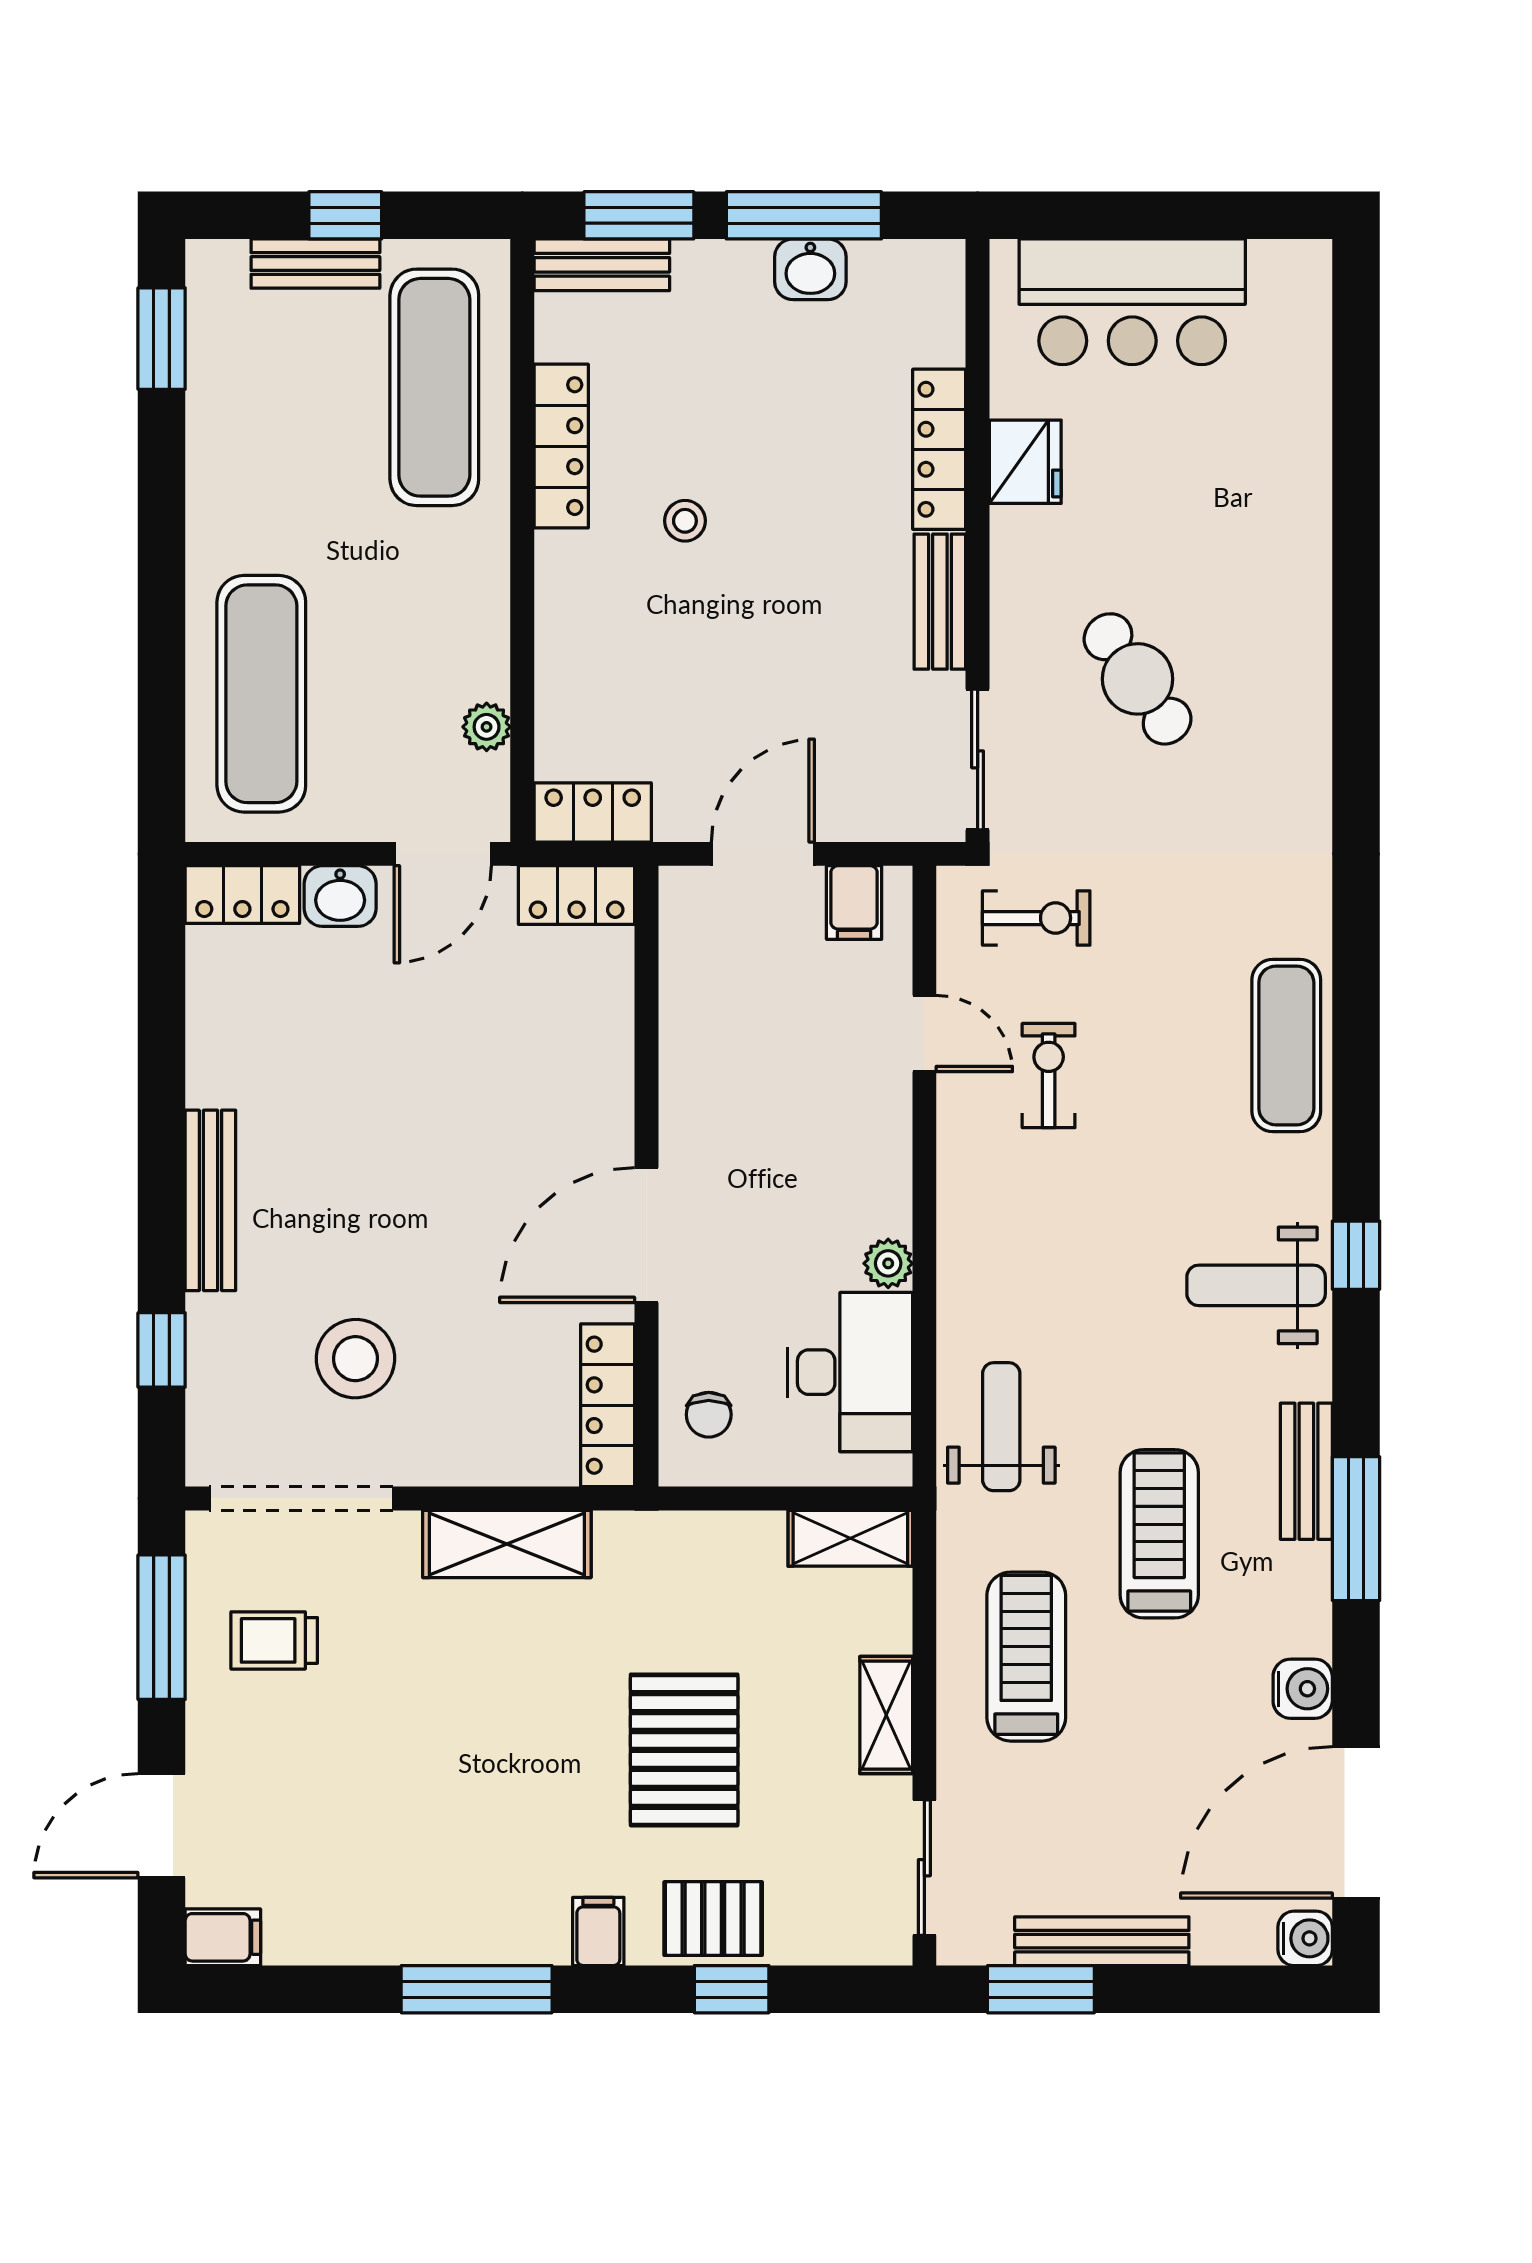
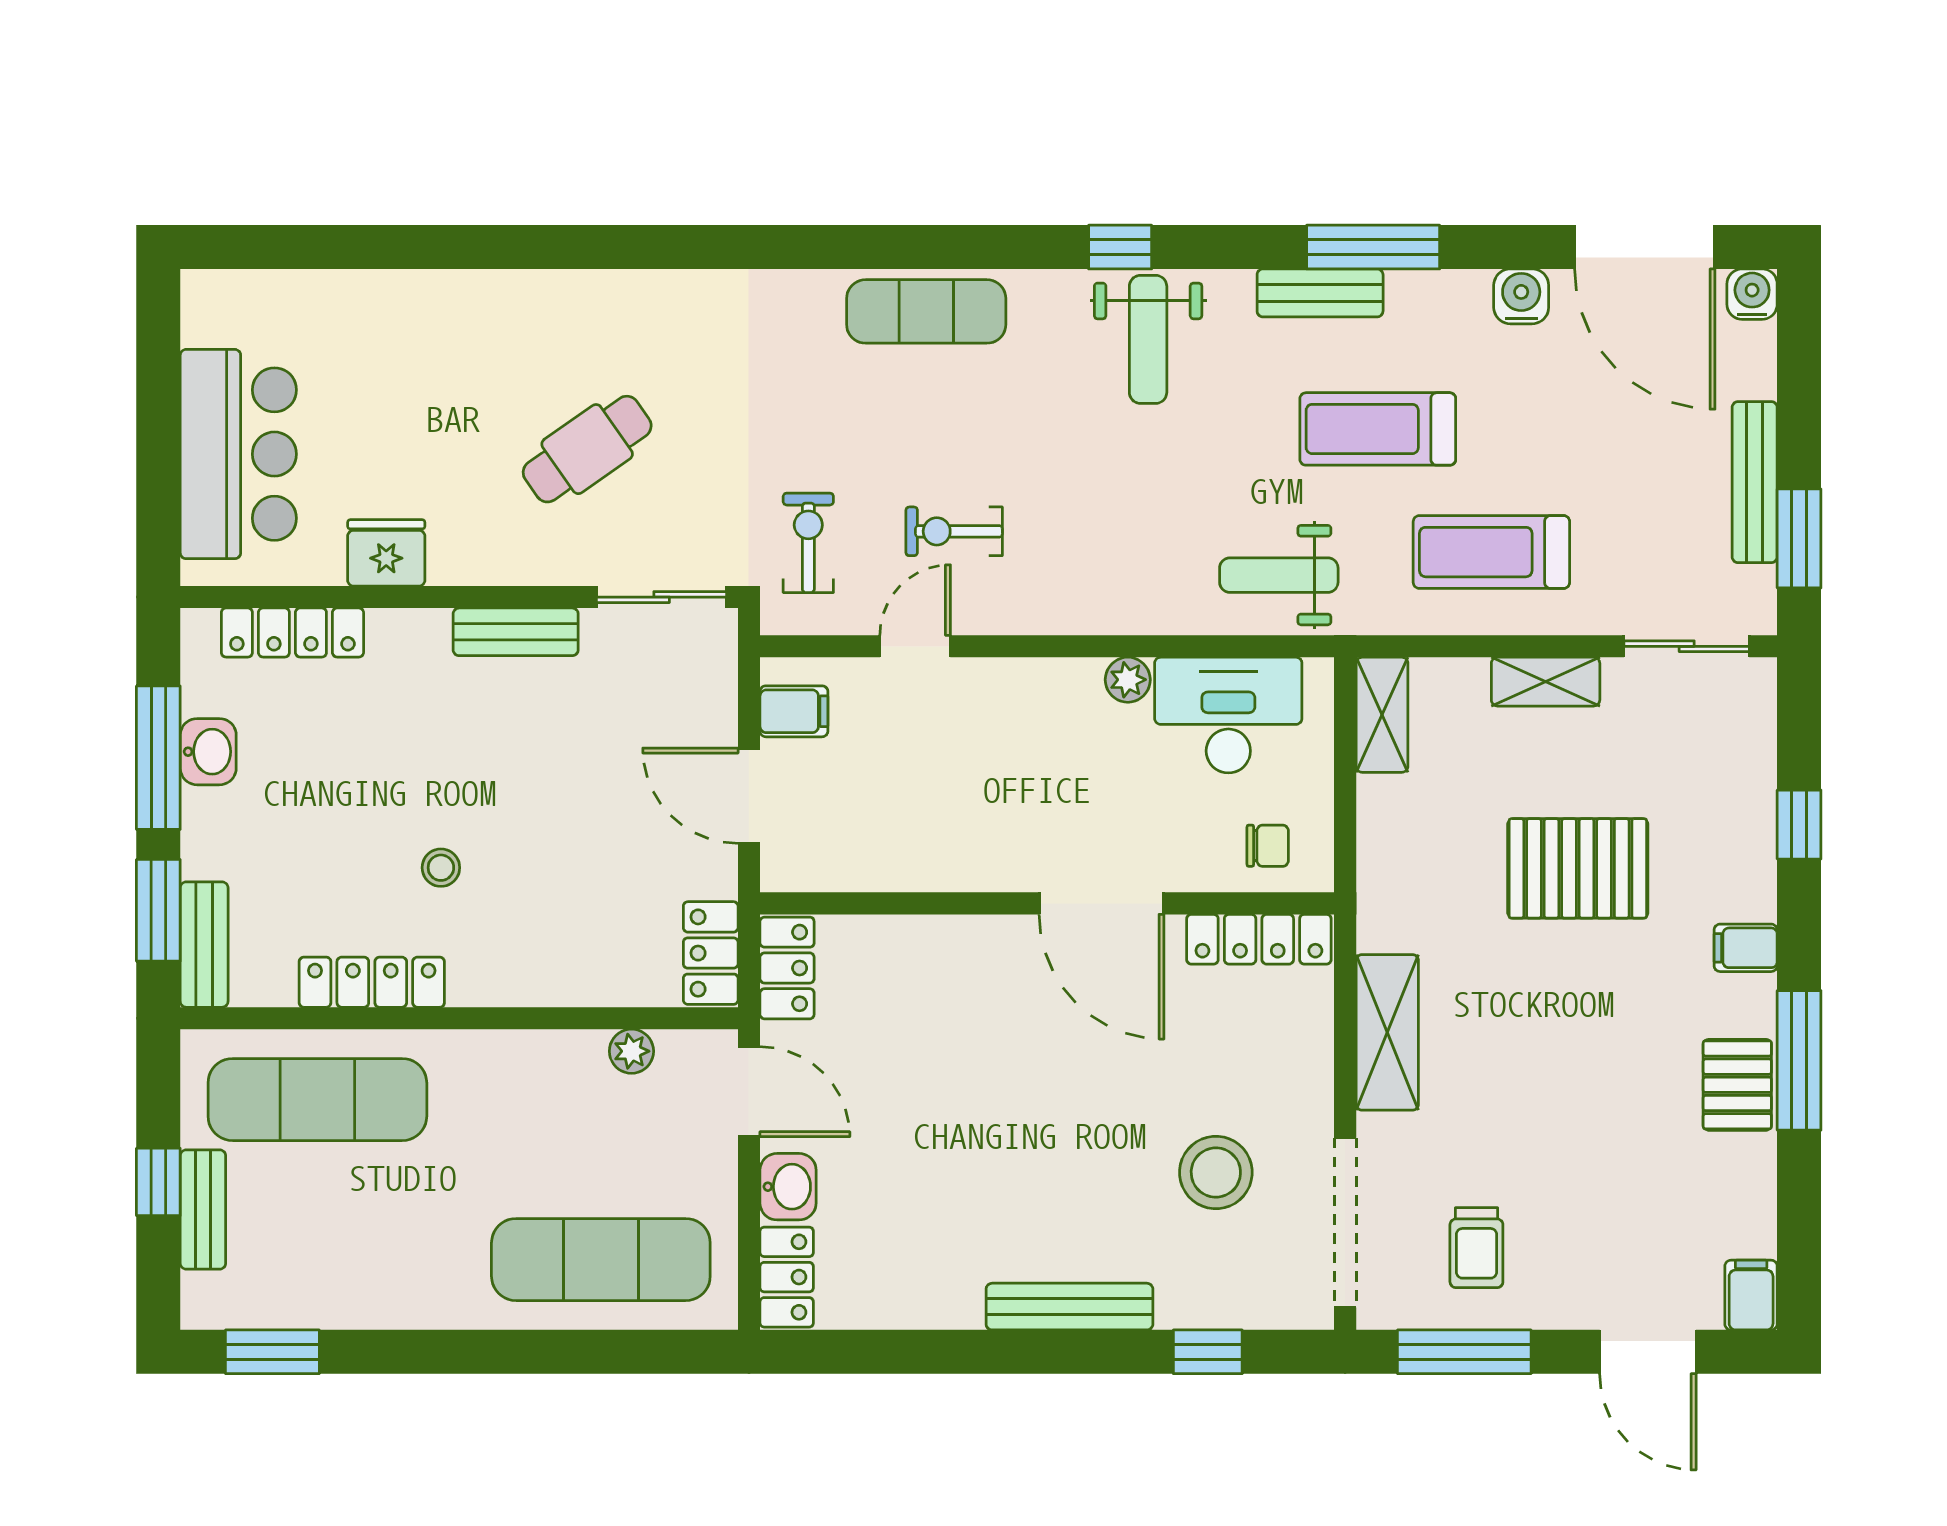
locker: (939, 449) -> (292, 633), moved
pallet: (713, 1919) -> (1737, 1085), moved

